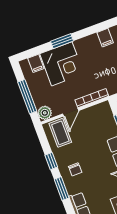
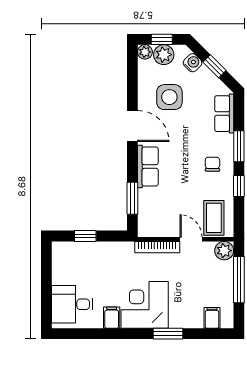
corner desk: (62, 64) -> (145, 305), moved
door: (71, 112) -> (191, 239), hinge flipped

